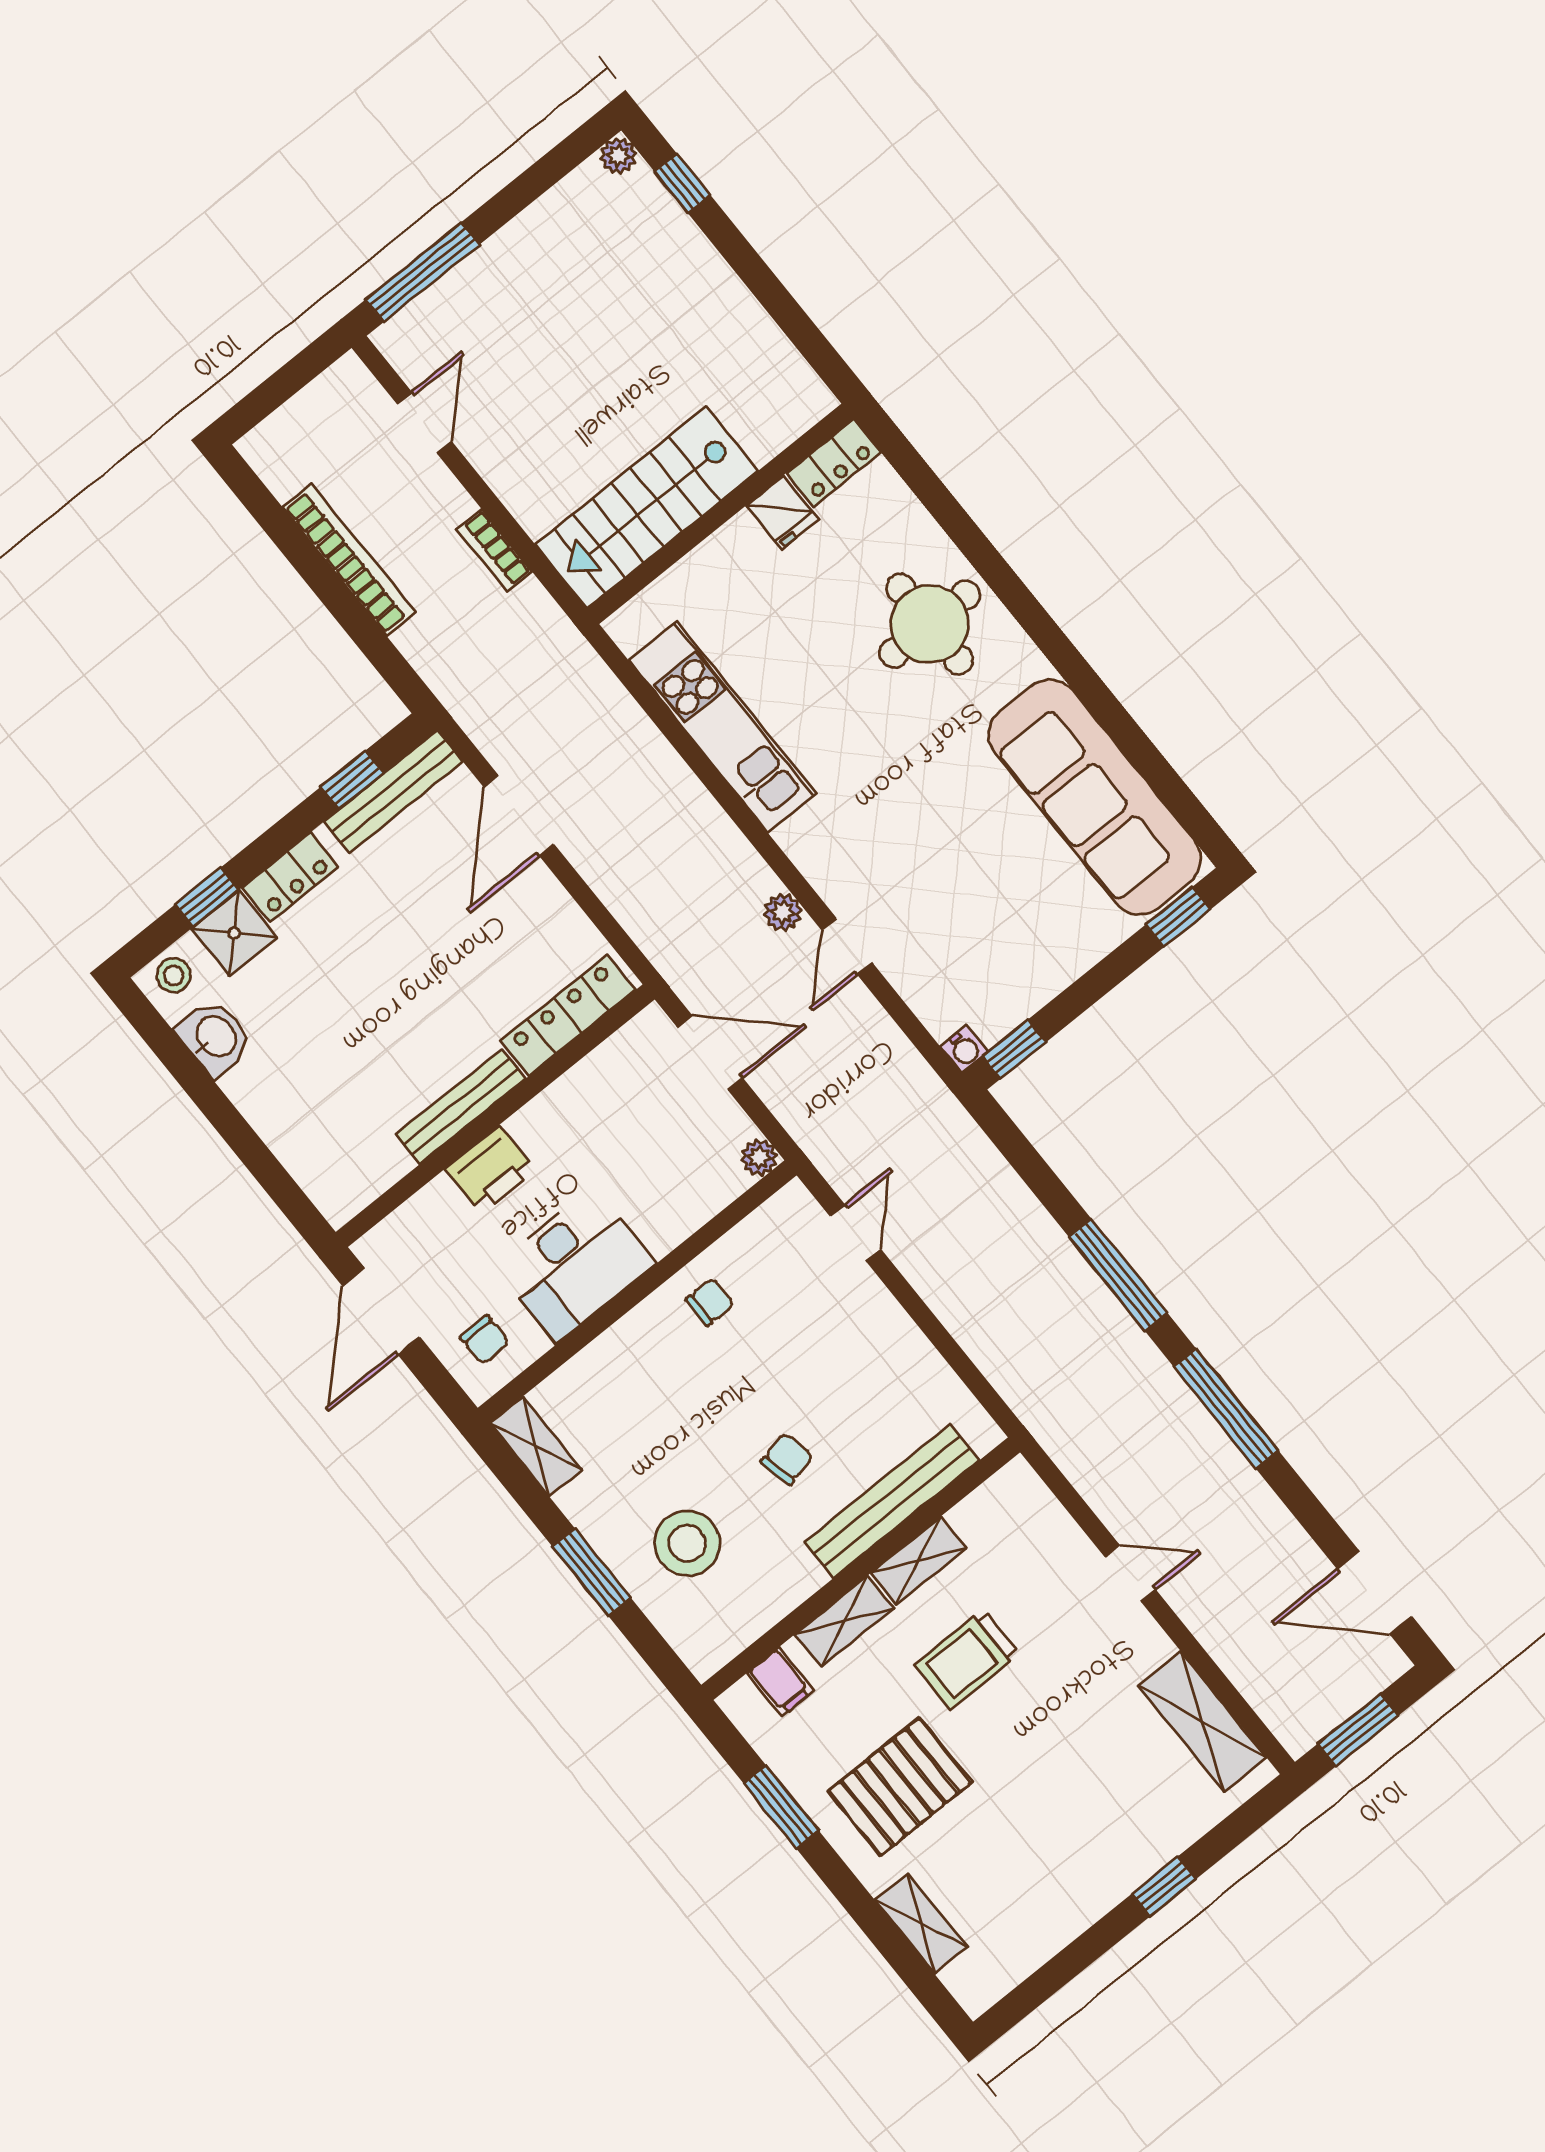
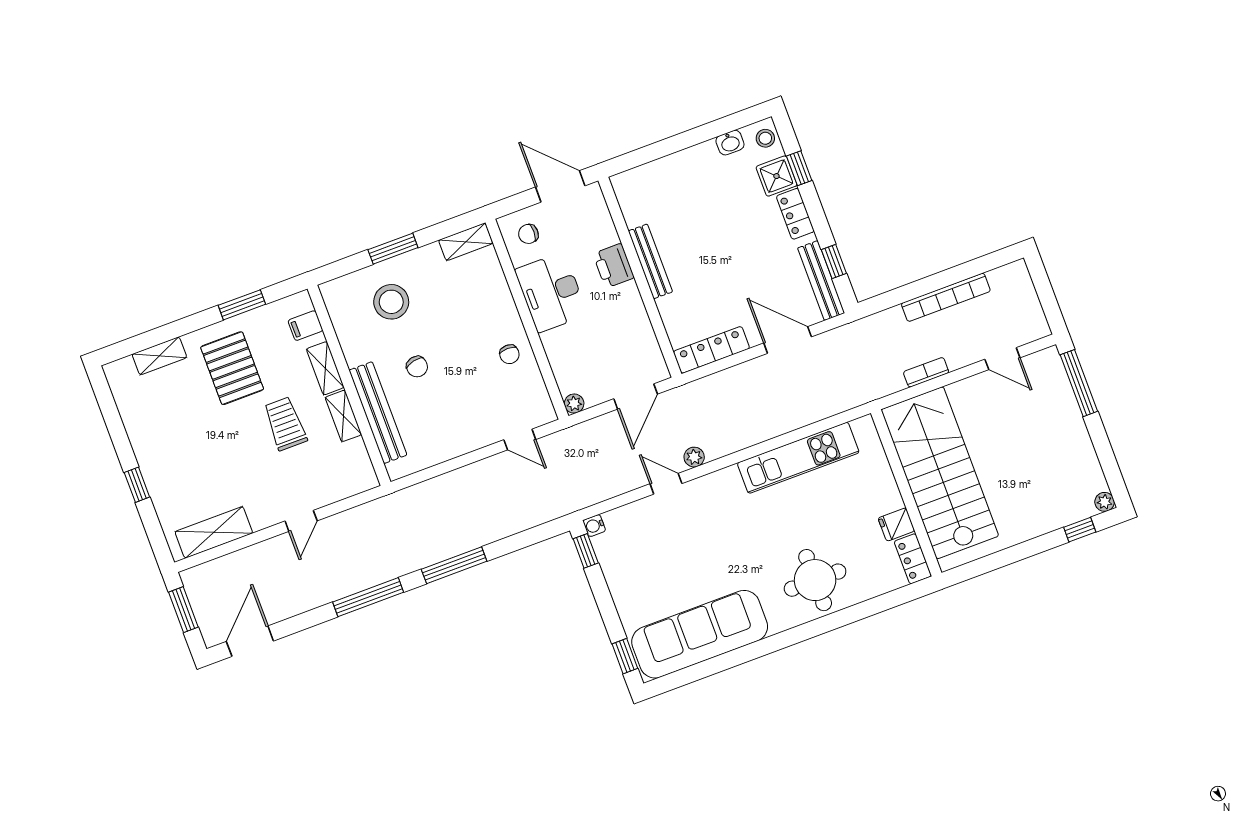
stairs: (647, 508) -> (940, 473), width x1.36, depth x1.51
locker: (568, 1015) -> (711, 350), moved, turned -90
washbasin: (215, 1037) -> (730, 143), width x0.72, depth x0.69

